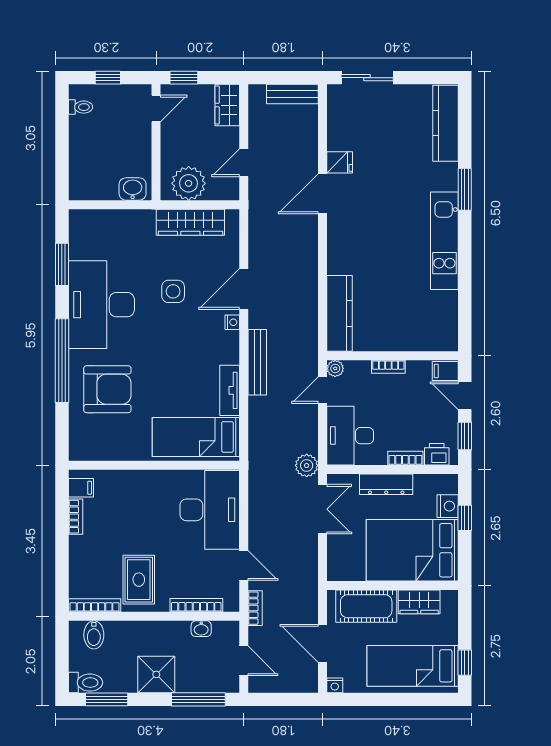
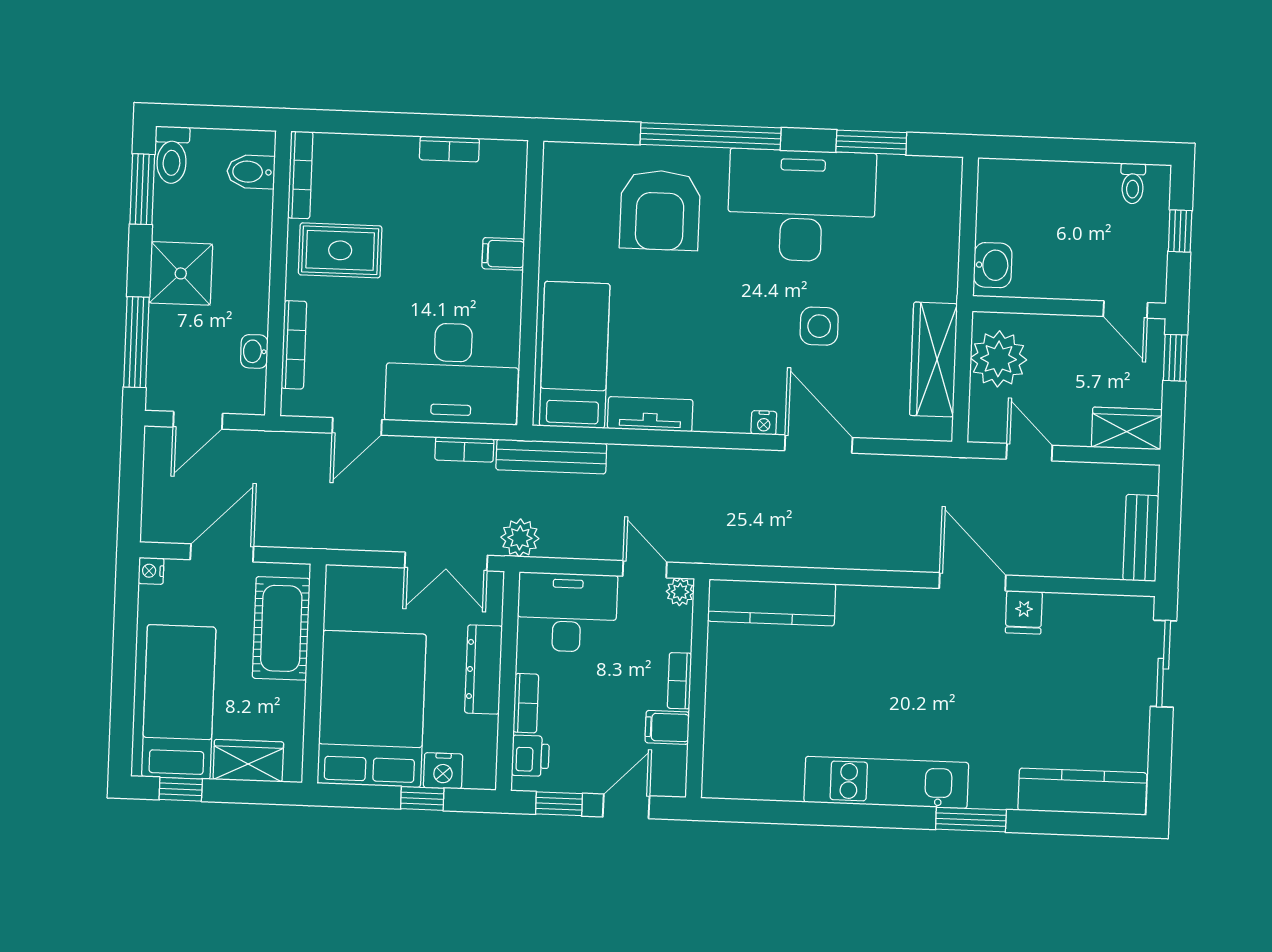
bench: (257, 362) -> (551, 457), moved
filing cabinet: (445, 371) -> (667, 727), moved, turned -90
filing cabinet: (81, 488) -> (503, 254), moved, turned 90
wardrobe: (419, 602) -> (248, 761), moved, turned 90
bookcase: (255, 608) -> (464, 449), moved

